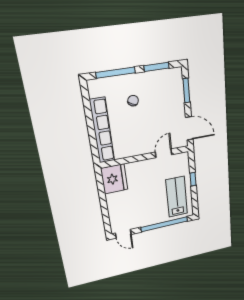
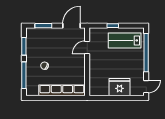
door: (164, 153) -> (87, 47), hinge flipped
fridge: (114, 179) -> (119, 87), moved

